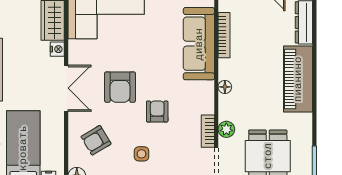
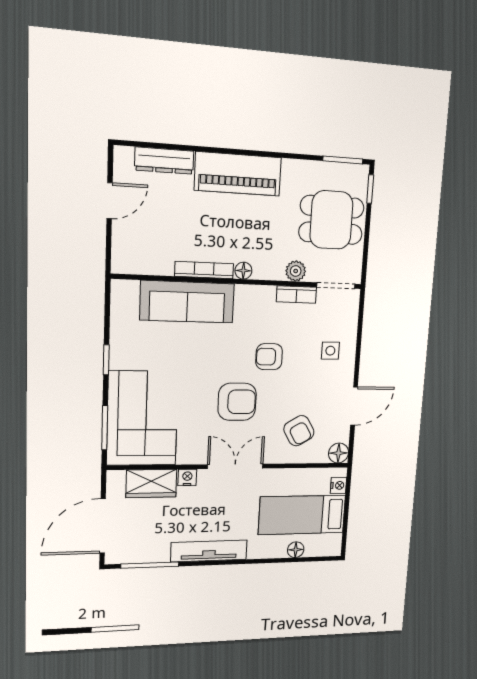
bookcase: (224, 35) -> (204, 270), moved
side table: (142, 154) -> (330, 351), moved

